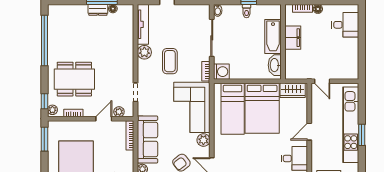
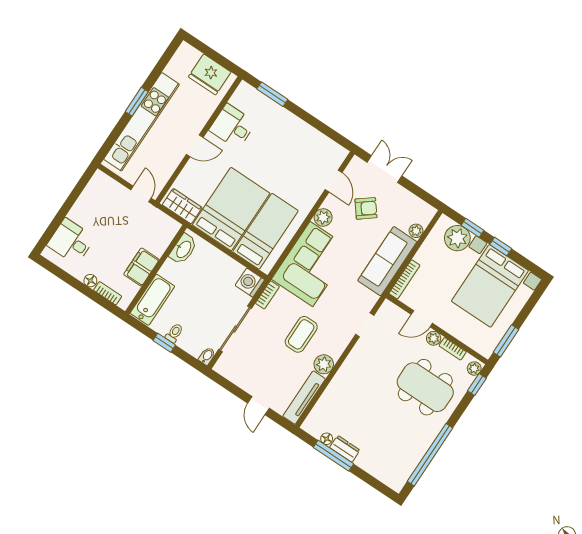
bathtub: (273, 36) -> (152, 300), moved
plant: (119, 112) -> (434, 338), moved

